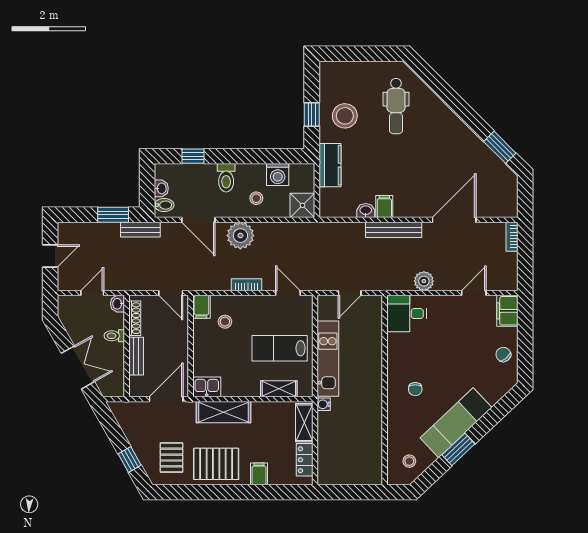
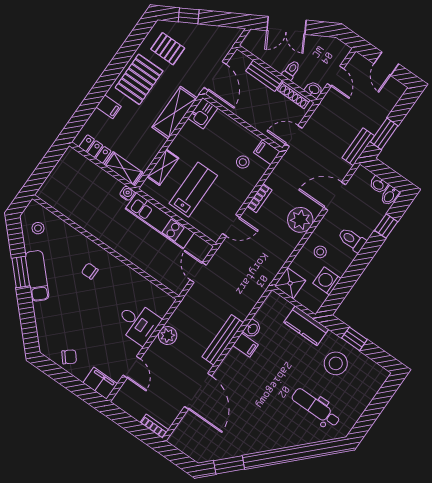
bidet: (164, 205) -> (390, 196), moved
desk: (407, 314) -> (138, 323), moved, turned 90
exam couch: (456, 423) -> (37, 276), width x0.73, depth x0.69

